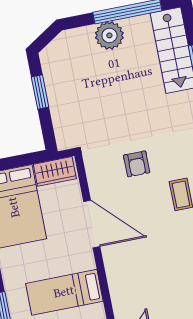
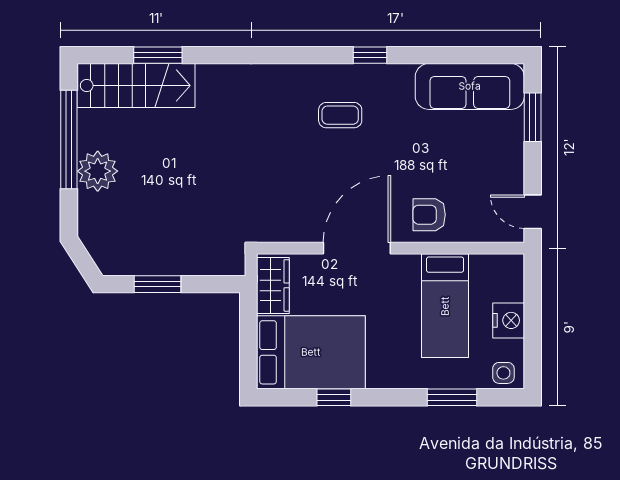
armchair: (137, 164) -> (429, 215), moved, turned 180

